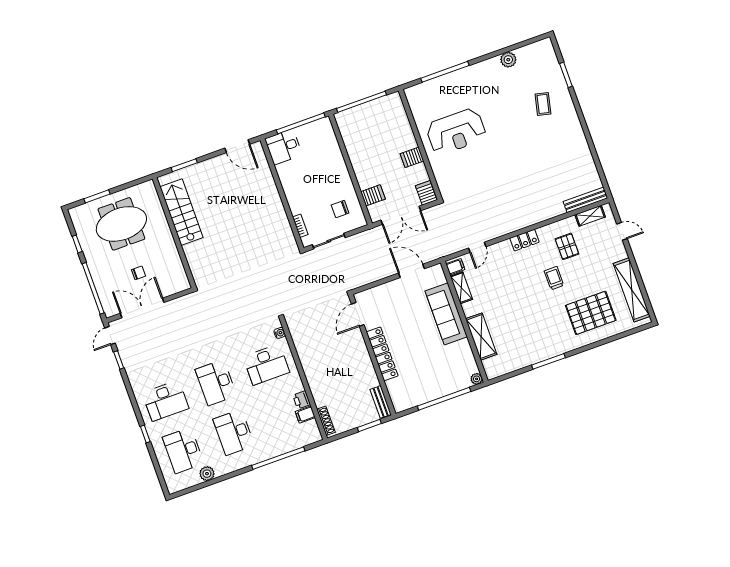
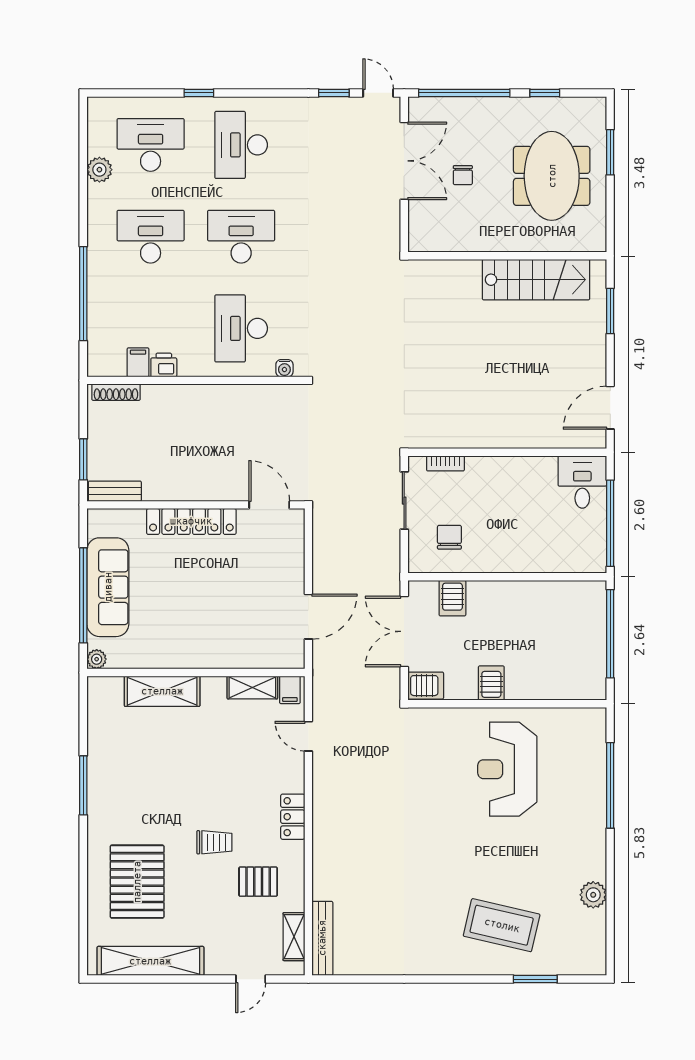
coffee table: (543, 104) -> (502, 925), width x1.86, depth x1.72
sofa: (446, 314) -> (108, 587), moved, turned 90

